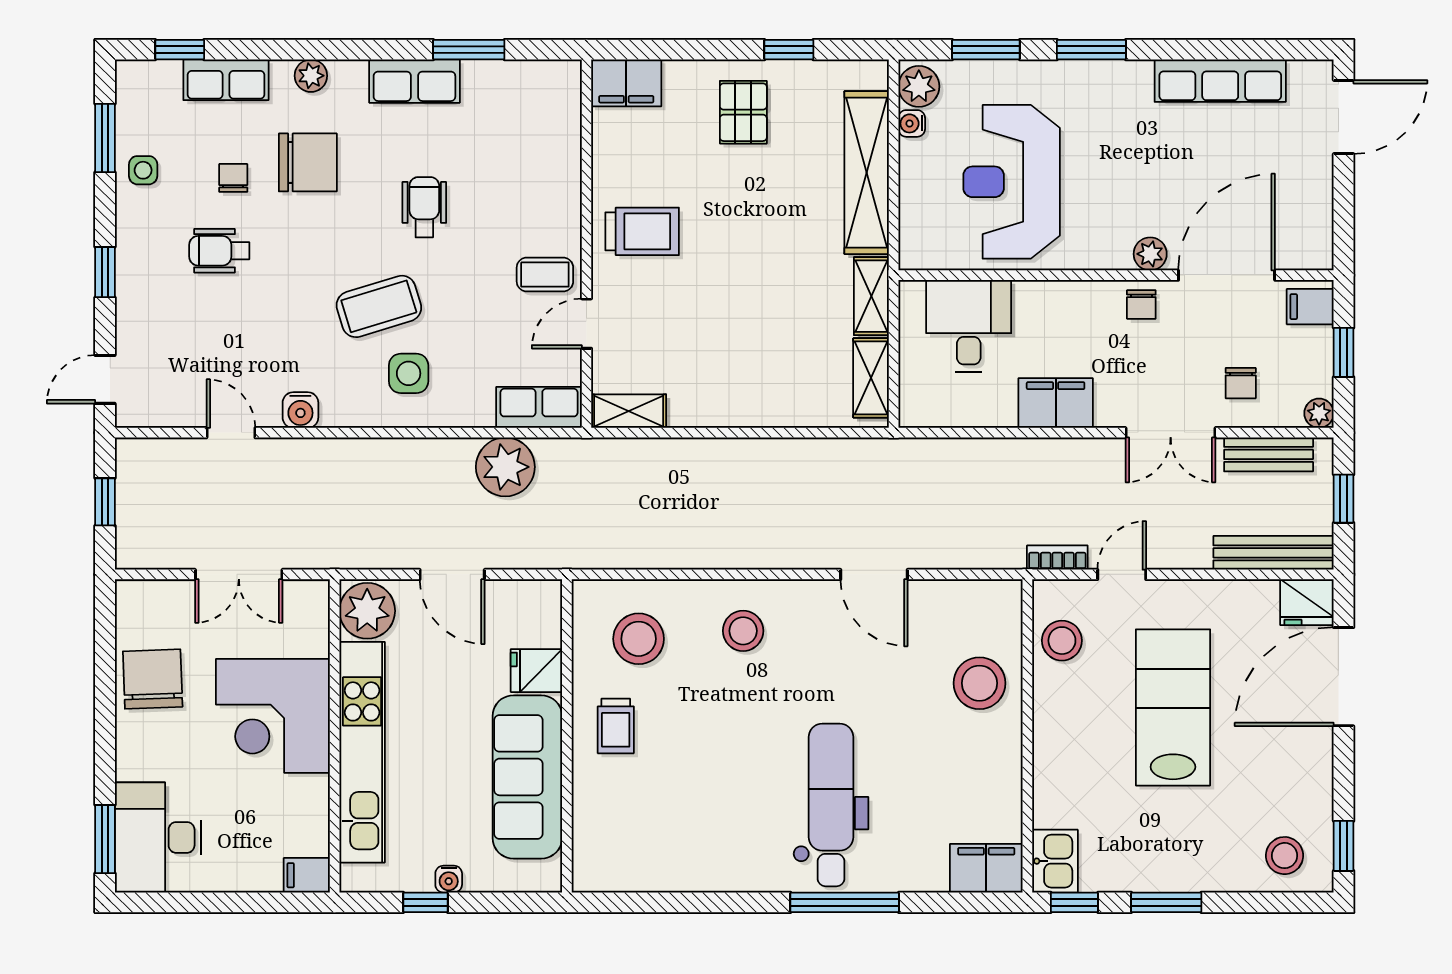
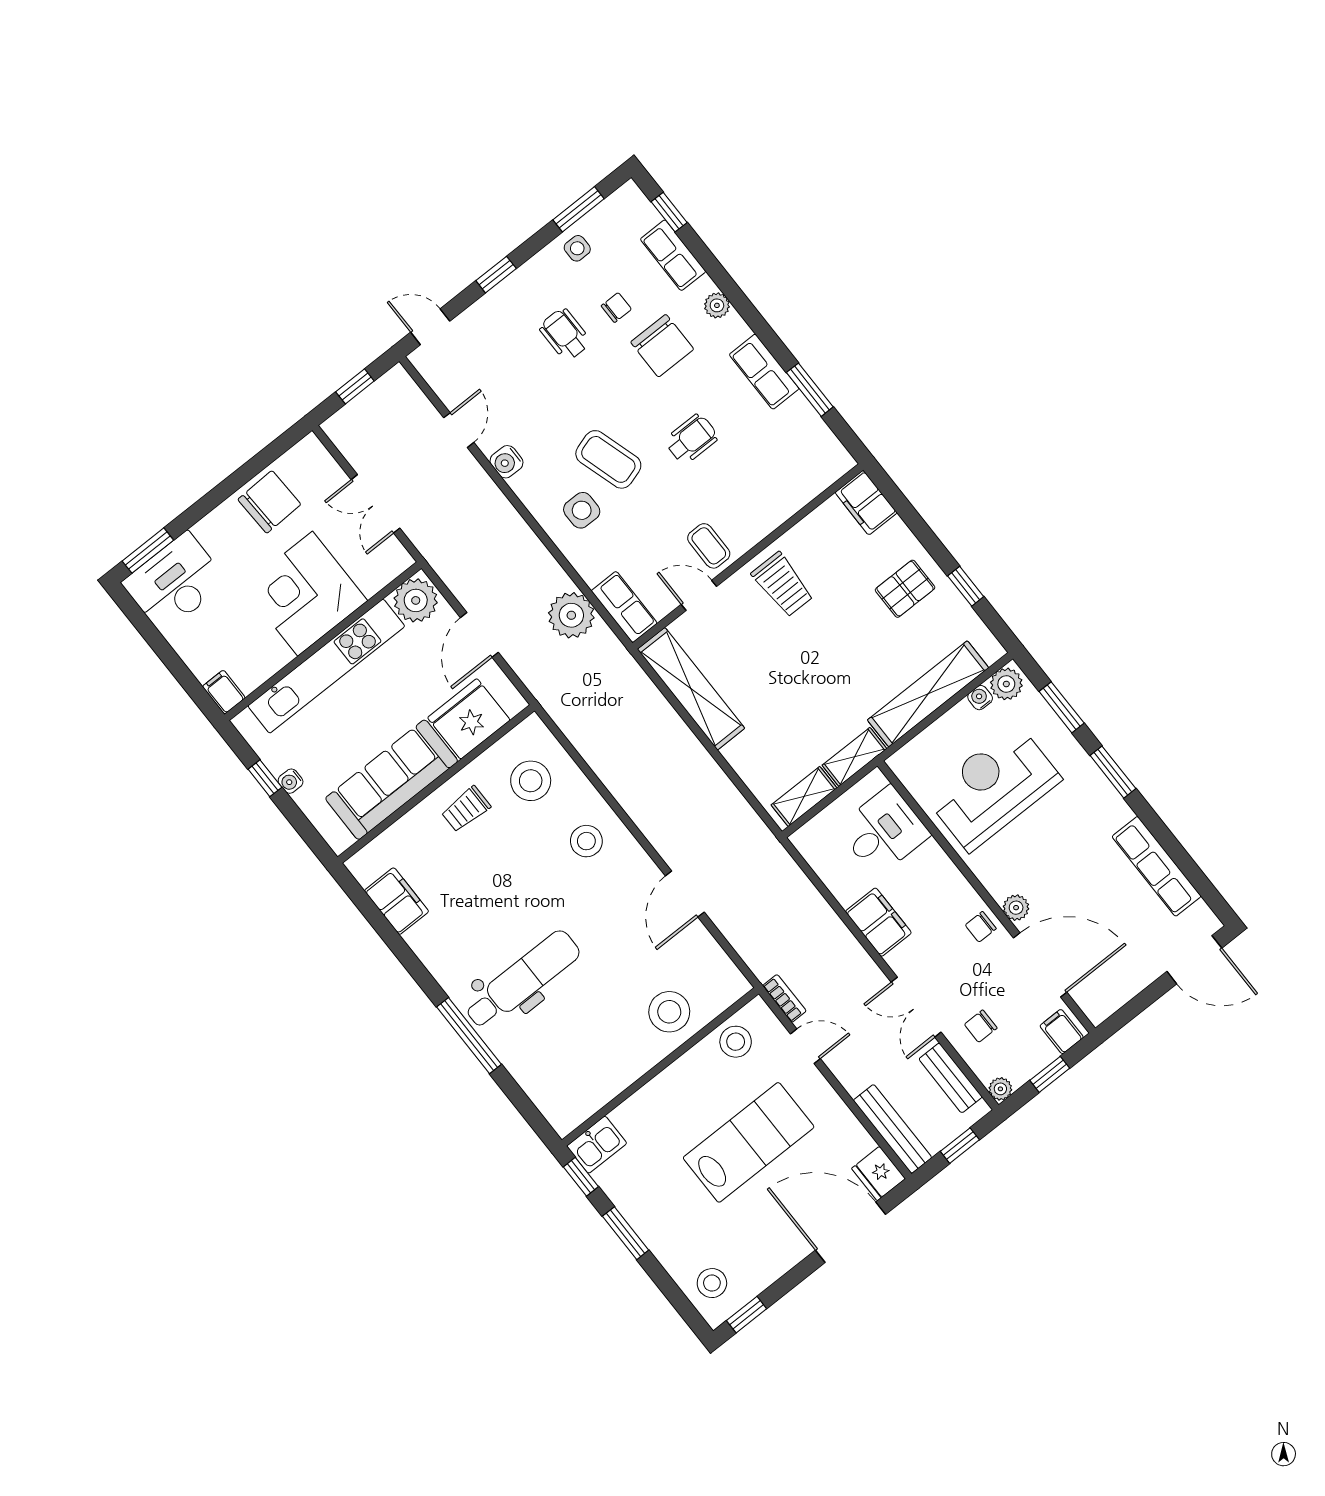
shelving: (629, 411) -> (691, 689), width x2.20, depth x1.33
fridge: (536, 671) -> (469, 719), width x1.88, depth x1.34
filing cabinet: (986, 868) -> (397, 901), moved

